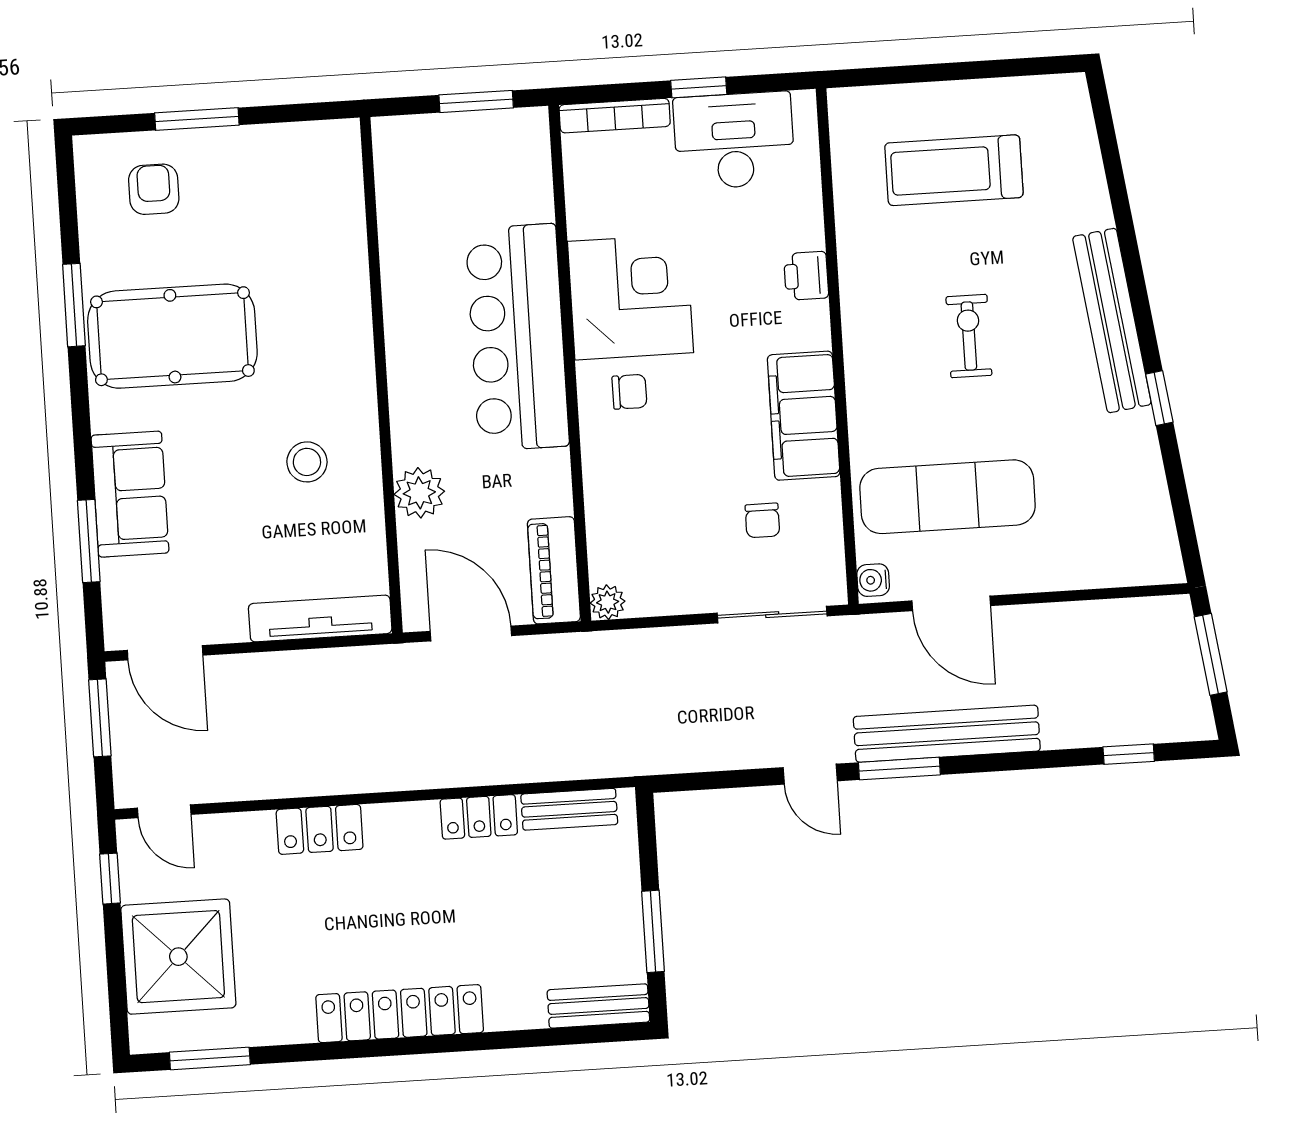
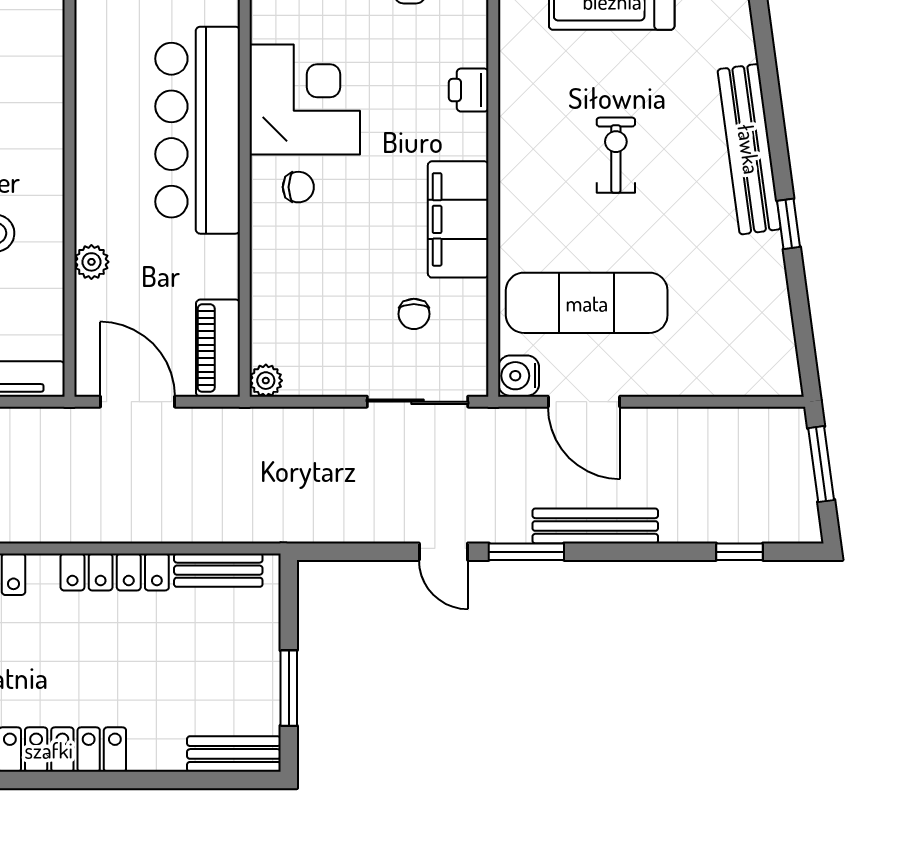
plant: (419, 493) -> (91, 262), width x0.73, depth x0.73
water cooler: (873, 580) -> (519, 376), width x1.38, depth x1.38
bench: (947, 734) -> (595, 526), width x0.73, depth x0.82
locker: (479, 817) -> (115, 572), width x1.53

